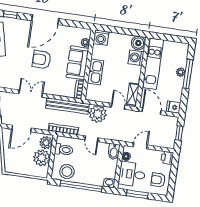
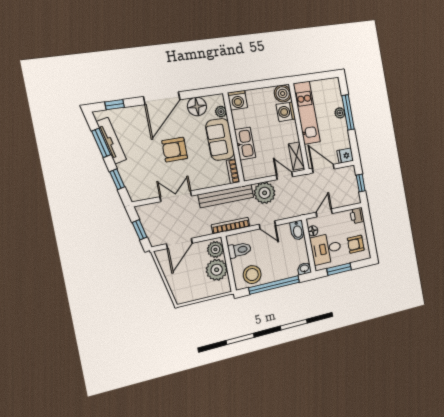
floor lamp: (69, 33) -> (197, 106), added

